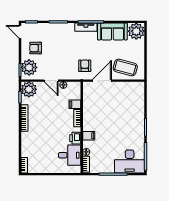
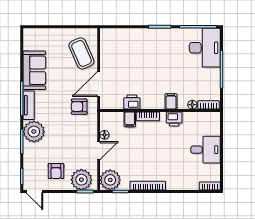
plant: (136, 31) -> (34, 132), moved
door: (20, 32) -> (35, 191), hinge flipped
coffee table: (125, 67) -> (81, 53), turned -39
door: (102, 81) -> (99, 84), hinge flipped
printer: (88, 106) -> (132, 102), added
desk: (70, 155) -> (206, 150), moved, turned 90

